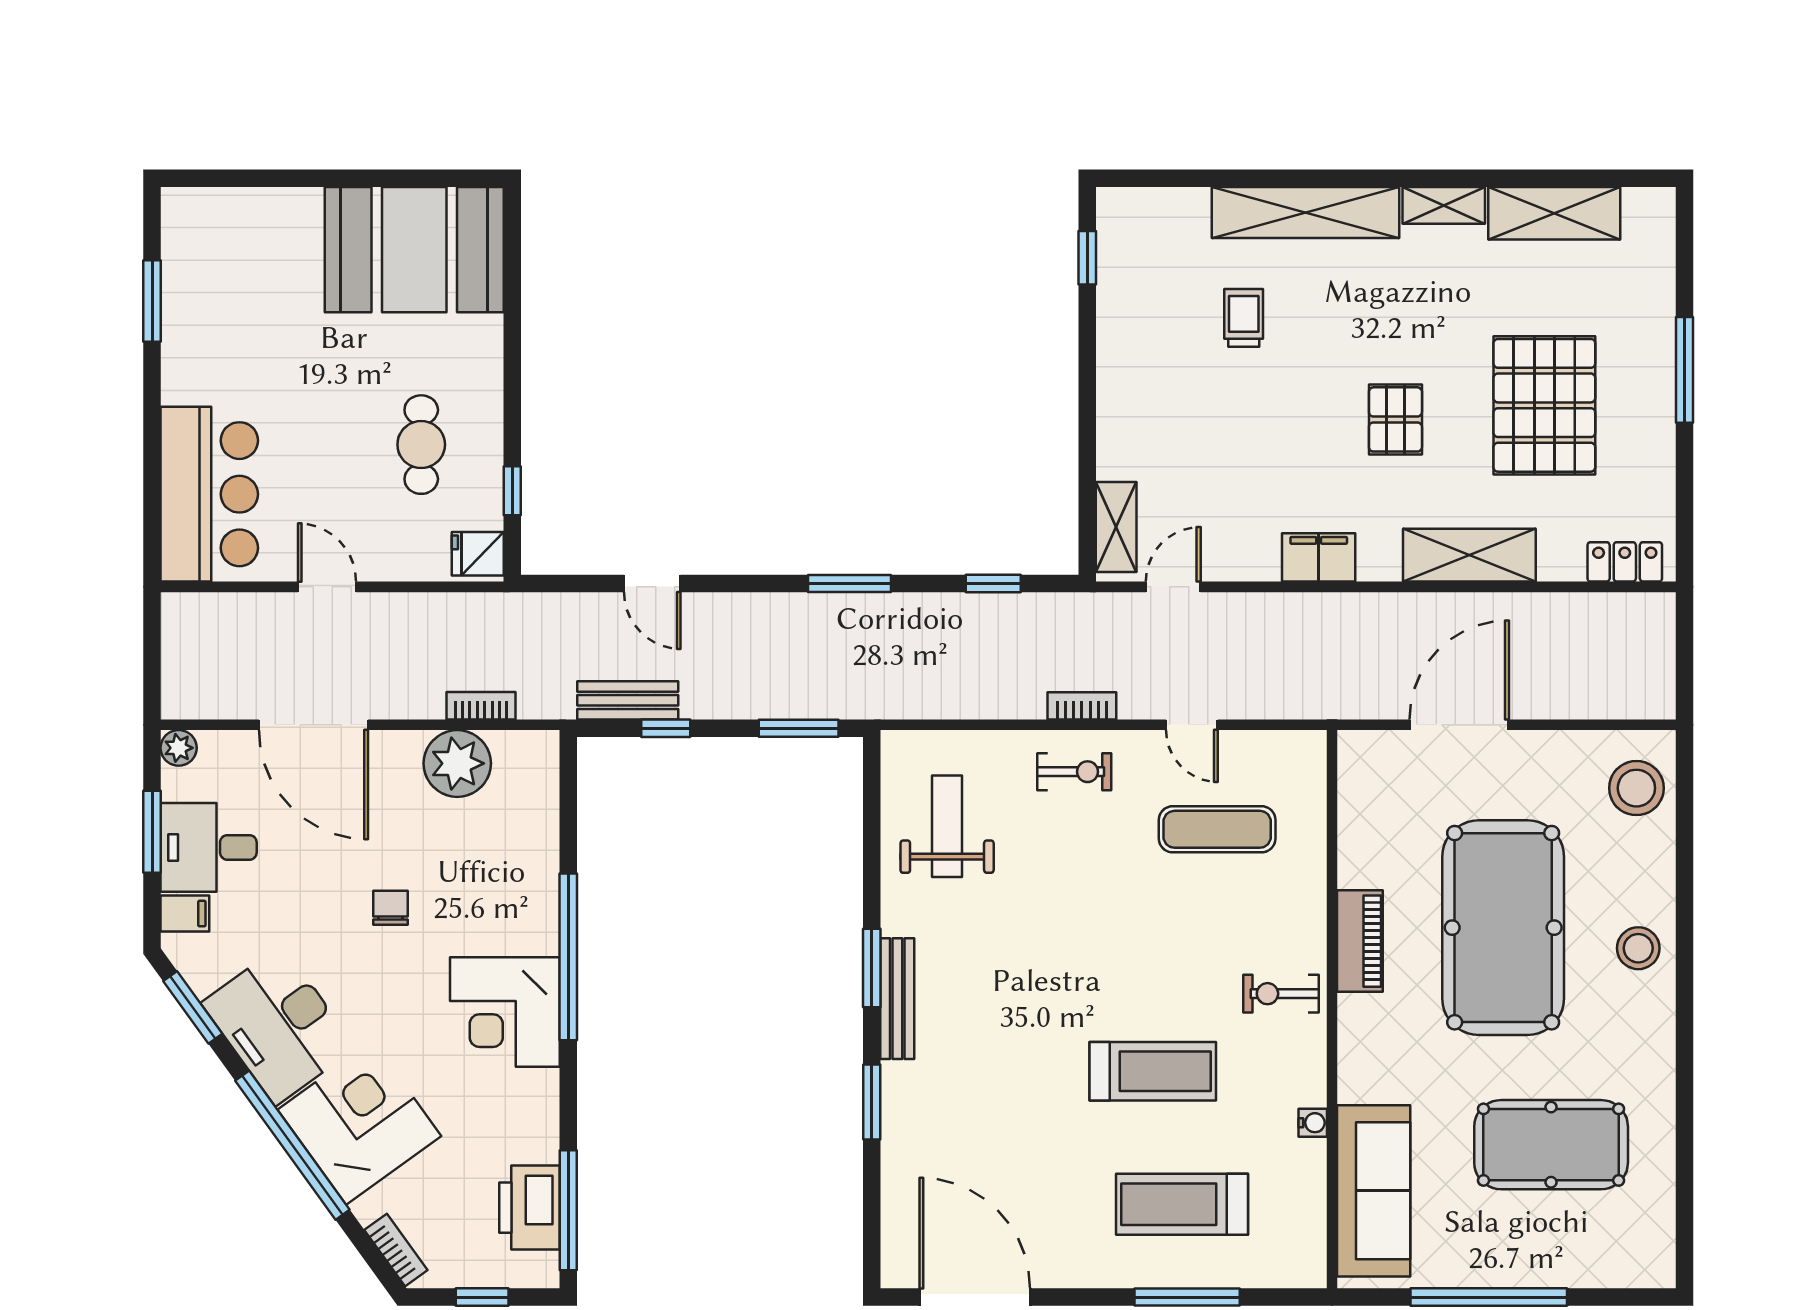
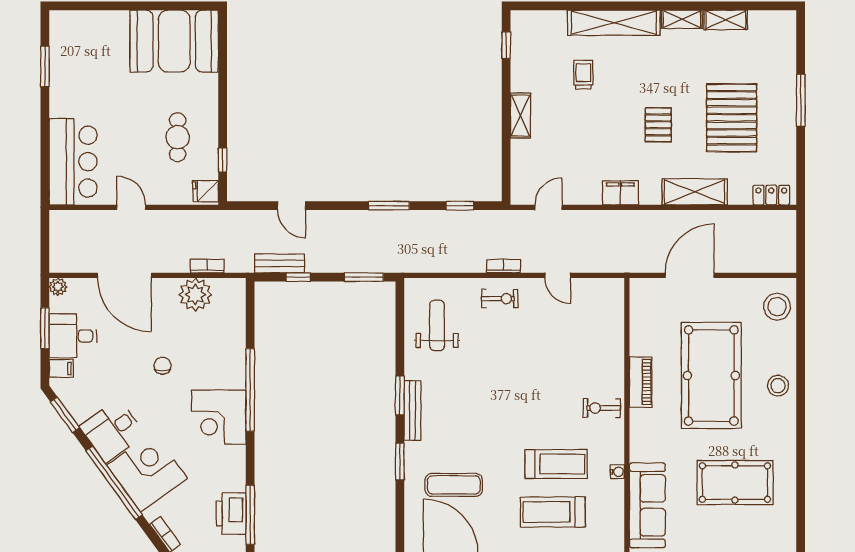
shelving: (1554, 213) -> (726, 20), width x0.67, depth x0.75
shelving: (1116, 527) -> (520, 116), moved
exercise mat: (1217, 829) -> (454, 485), moved
desk: (279, 1025) -> (112, 431), width x0.73
treadmill: (1153, 1071) -> (556, 464), moved

